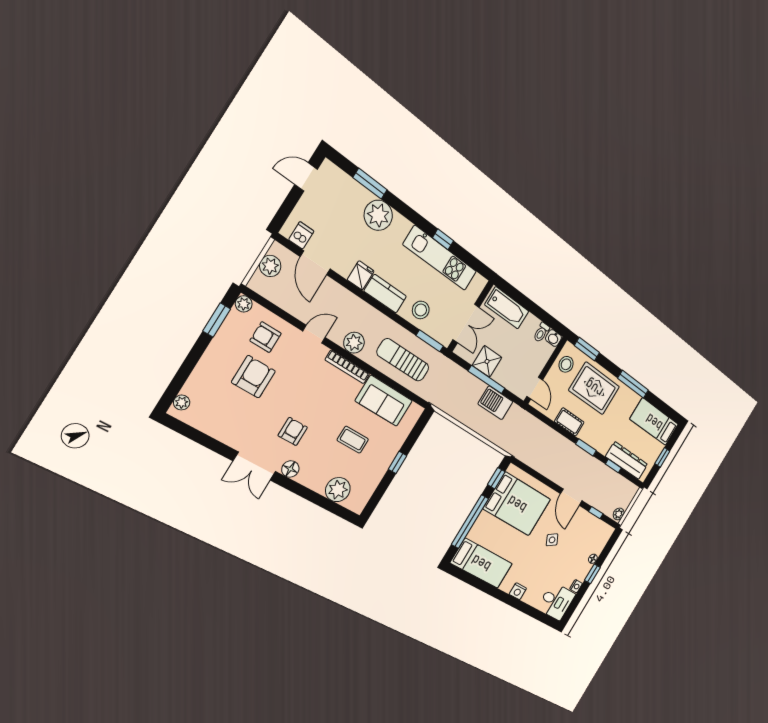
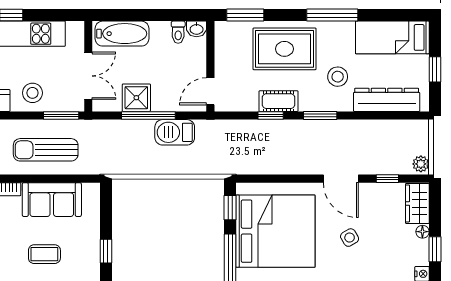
stool: (566, 364) -> (338, 77), moved
door: (535, 388) -> (210, 91), swing flipped
window: (613, 466) -> (271, 116), moved
bed: (517, 504) -> (275, 231), width x1.36
wardrobe: (601, 539) -> (417, 203), added

